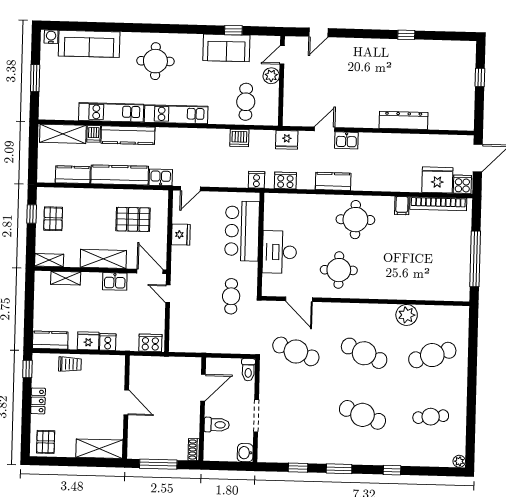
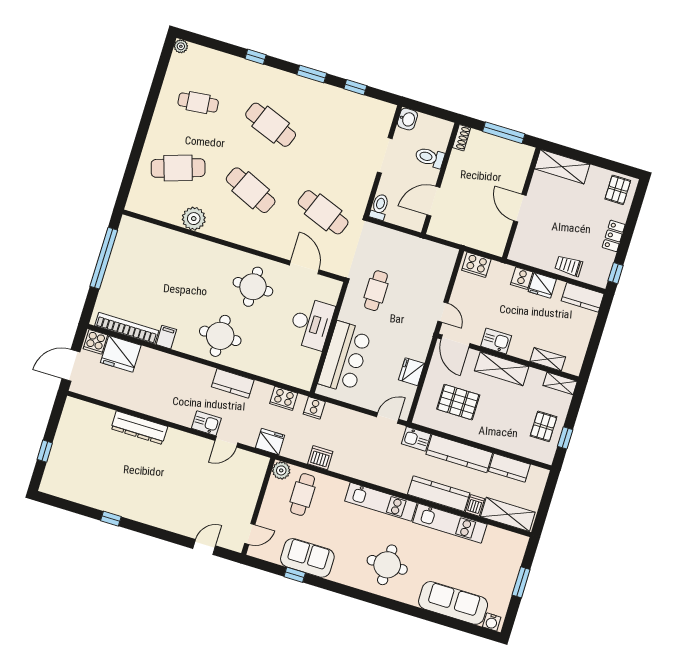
plant: (271, 76) -> (281, 470), moved

